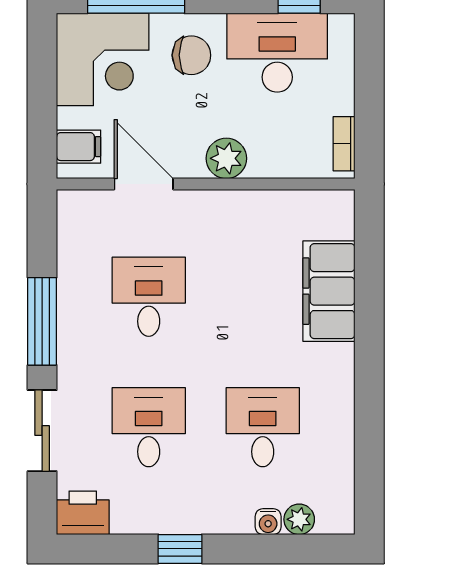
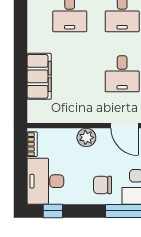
desk: (277, 53) -> (45, 181), moved, turned 90

